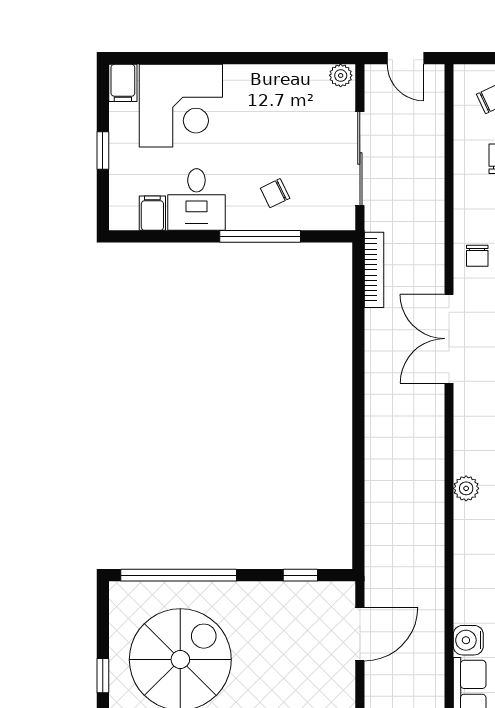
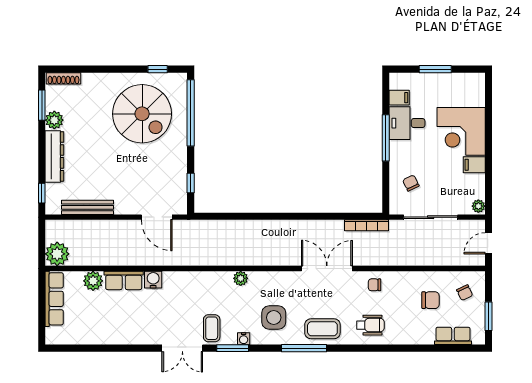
filing cabinet: (123, 83) -> (474, 165), moved
corner desk: (181, 106) -> (461, 131), moved
window: (103, 151) -> (435, 69), width x1.50
chair: (275, 193) -> (411, 183), moved
window: (260, 236) -> (386, 138), moved
window: (103, 676) -> (158, 69), moved

